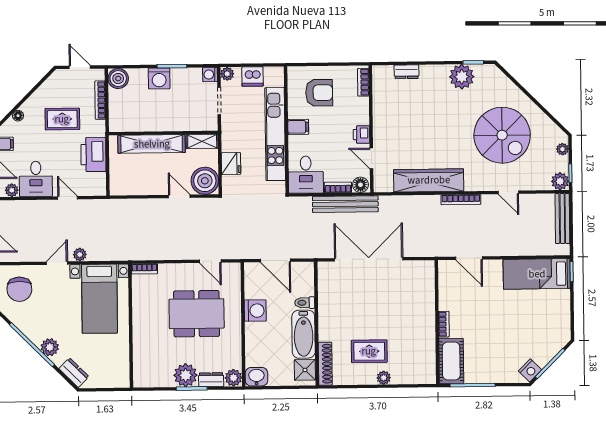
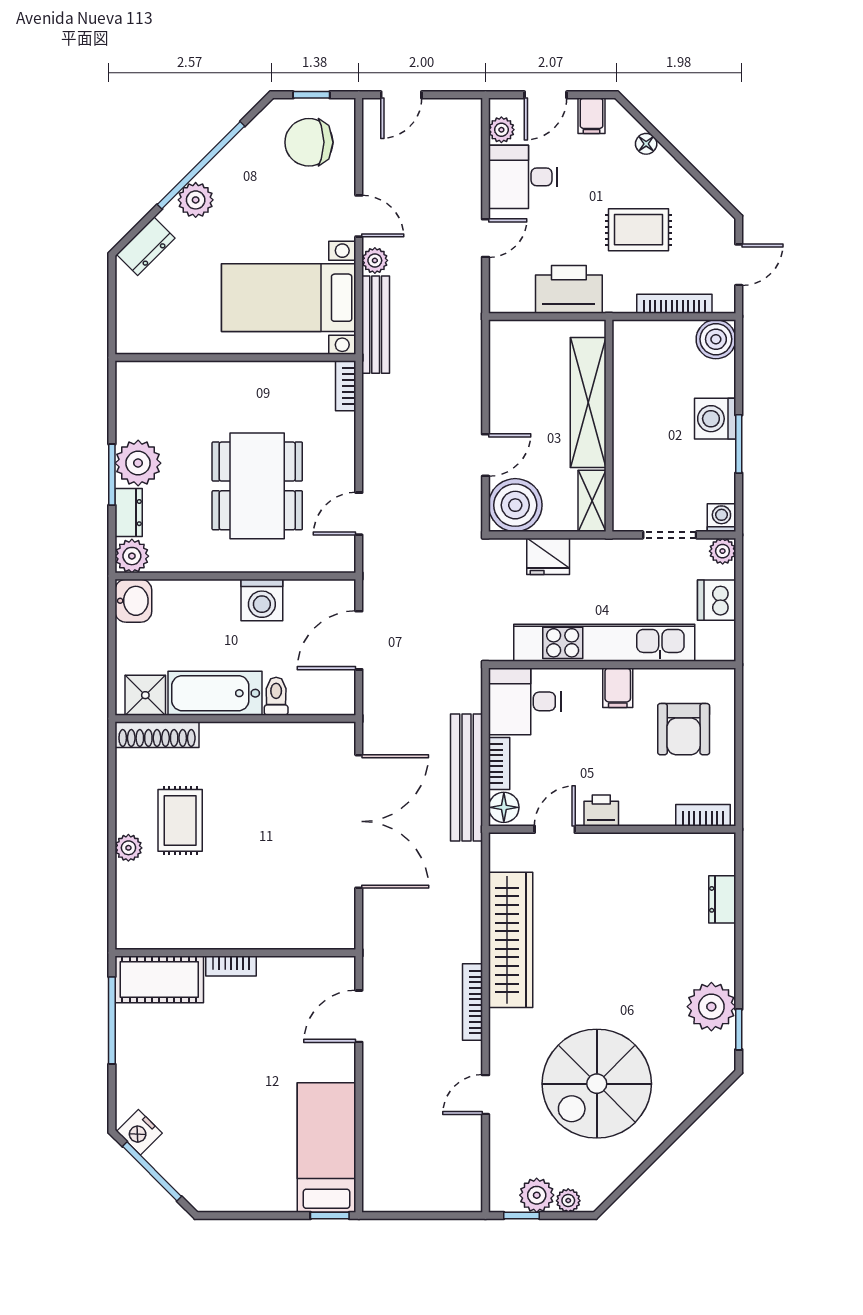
rug: (62, 119) -> (638, 230), turned 90
plant: (560, 181) -> (537, 1195), moved
bench: (562, 218) -> (376, 325), moved, turned 90

